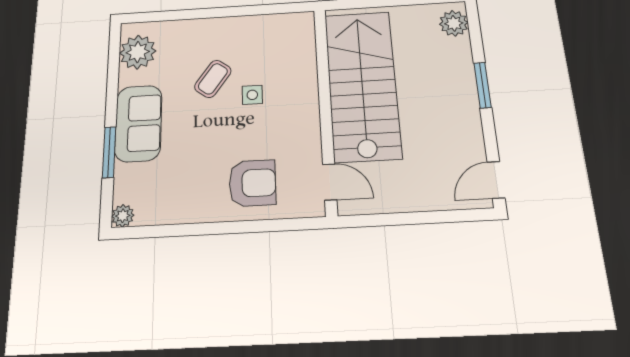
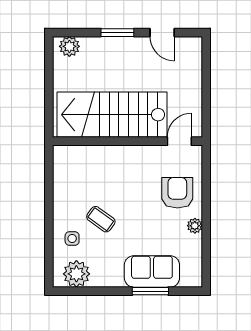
side table: (252, 95) -> (72, 238), moved
sofa: (138, 123) -> (152, 271), moved
door: (496, 180) -> (162, 33), moved
plant: (123, 216) -> (195, 226), moved

